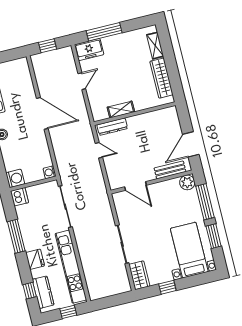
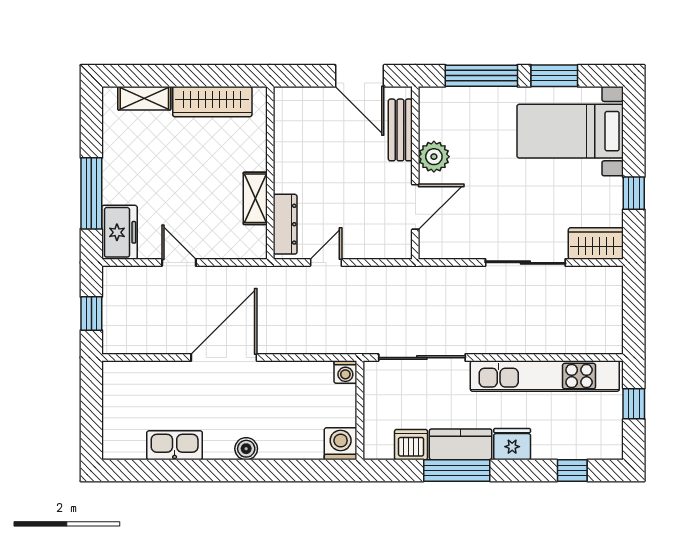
plant: (187, 182) -> (434, 157), moved
dishwasher: (19, 197) -> (411, 445), moved
kitchen counter: (43, 292) -> (461, 444), moved

